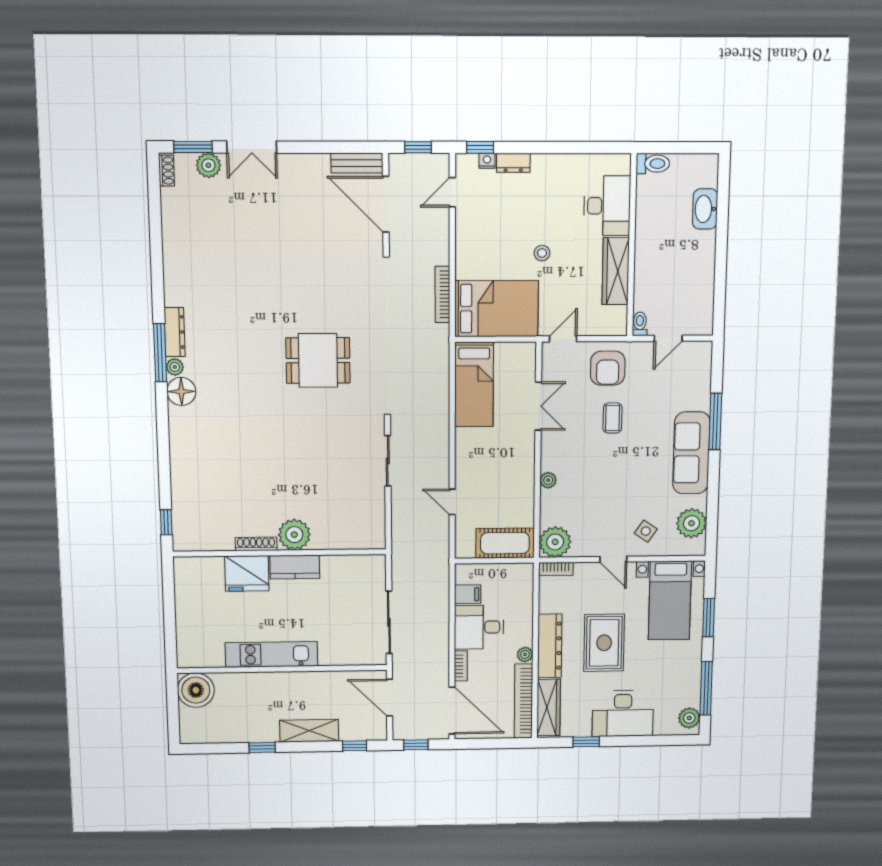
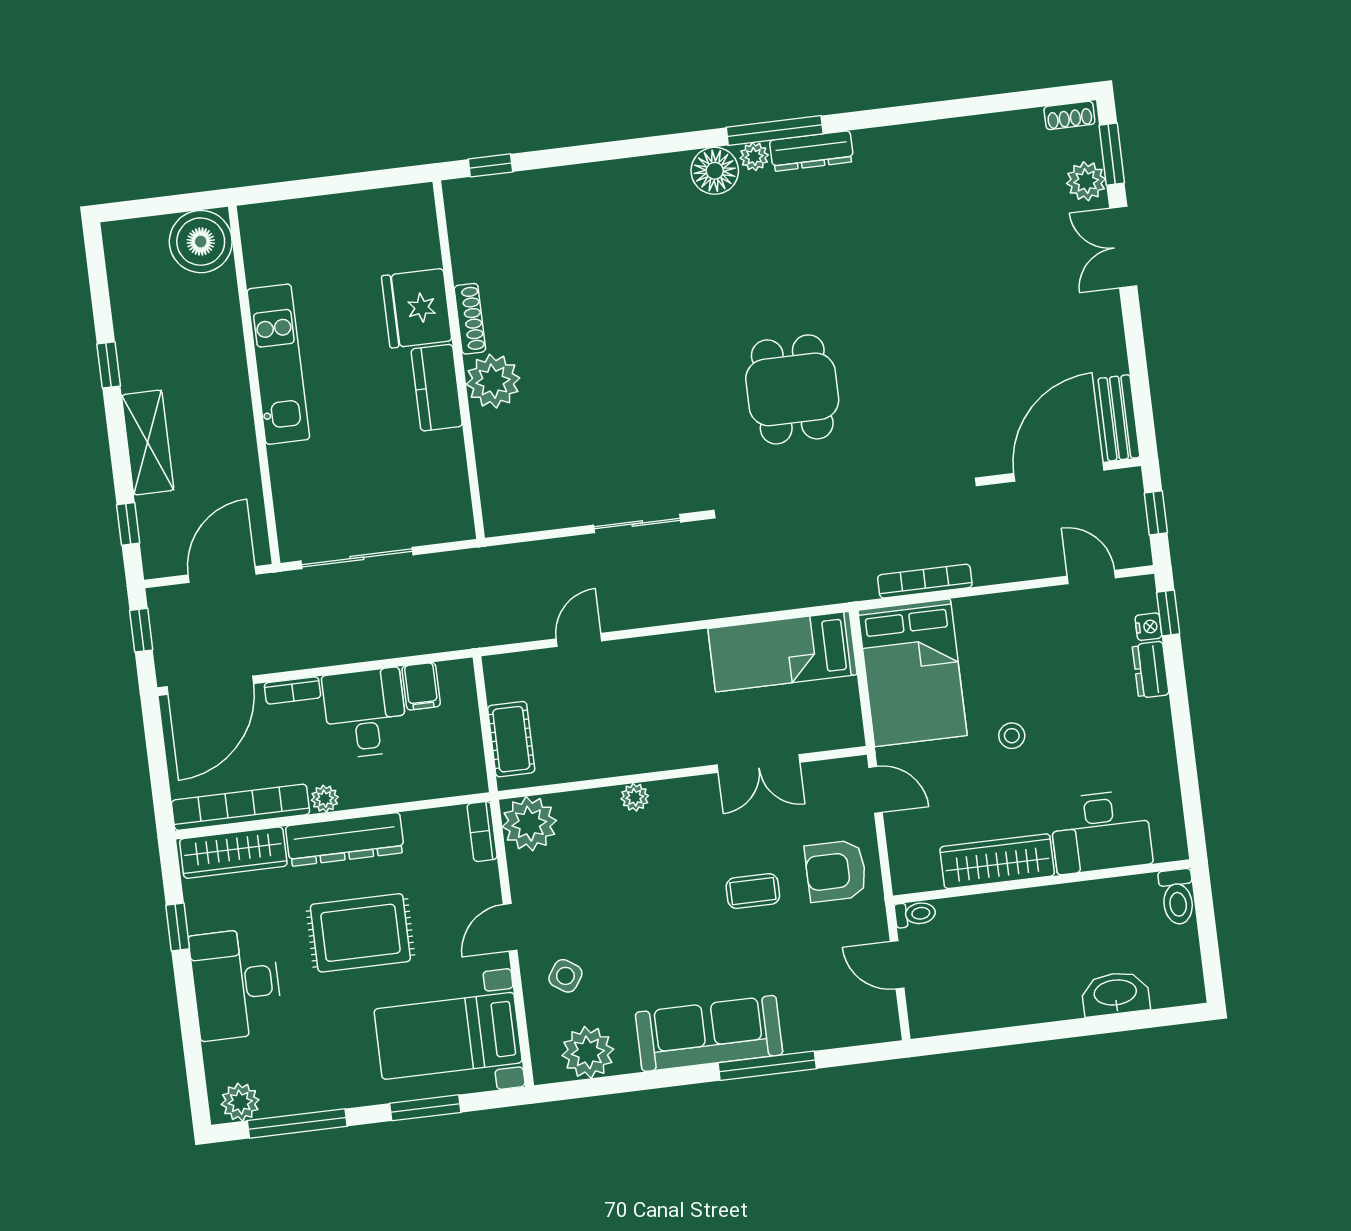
cot: (505, 543) -> (511, 739), width x0.73, depth x0.75

